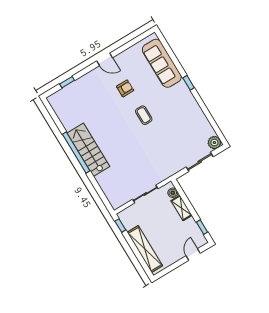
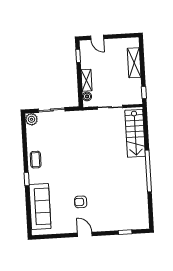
coffee table: (144, 115) -> (36, 160), moved
stairs: (88, 150) -> (135, 133), moved
shelving: (145, 249) -> (134, 63), width x0.68
door: (193, 255) -> (97, 37), hinge flipped

